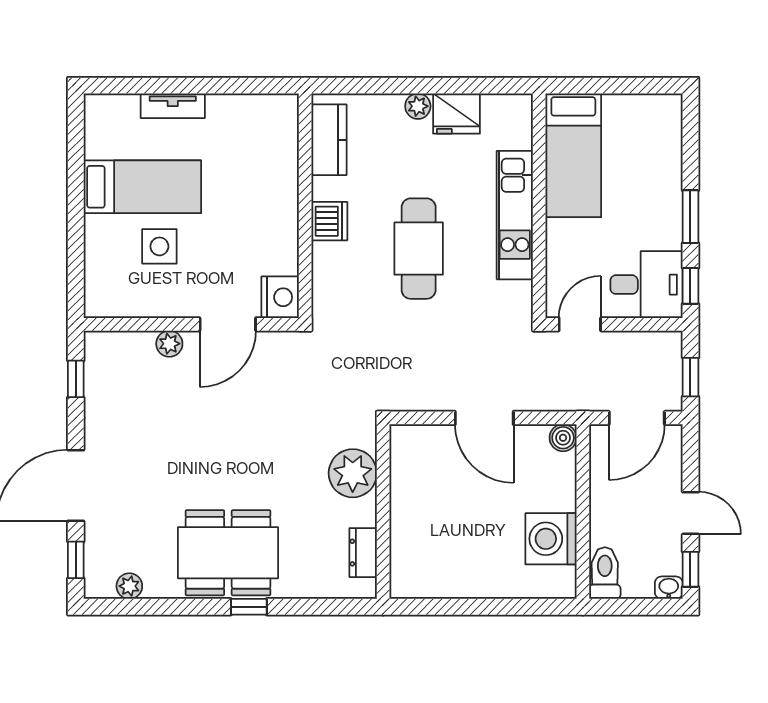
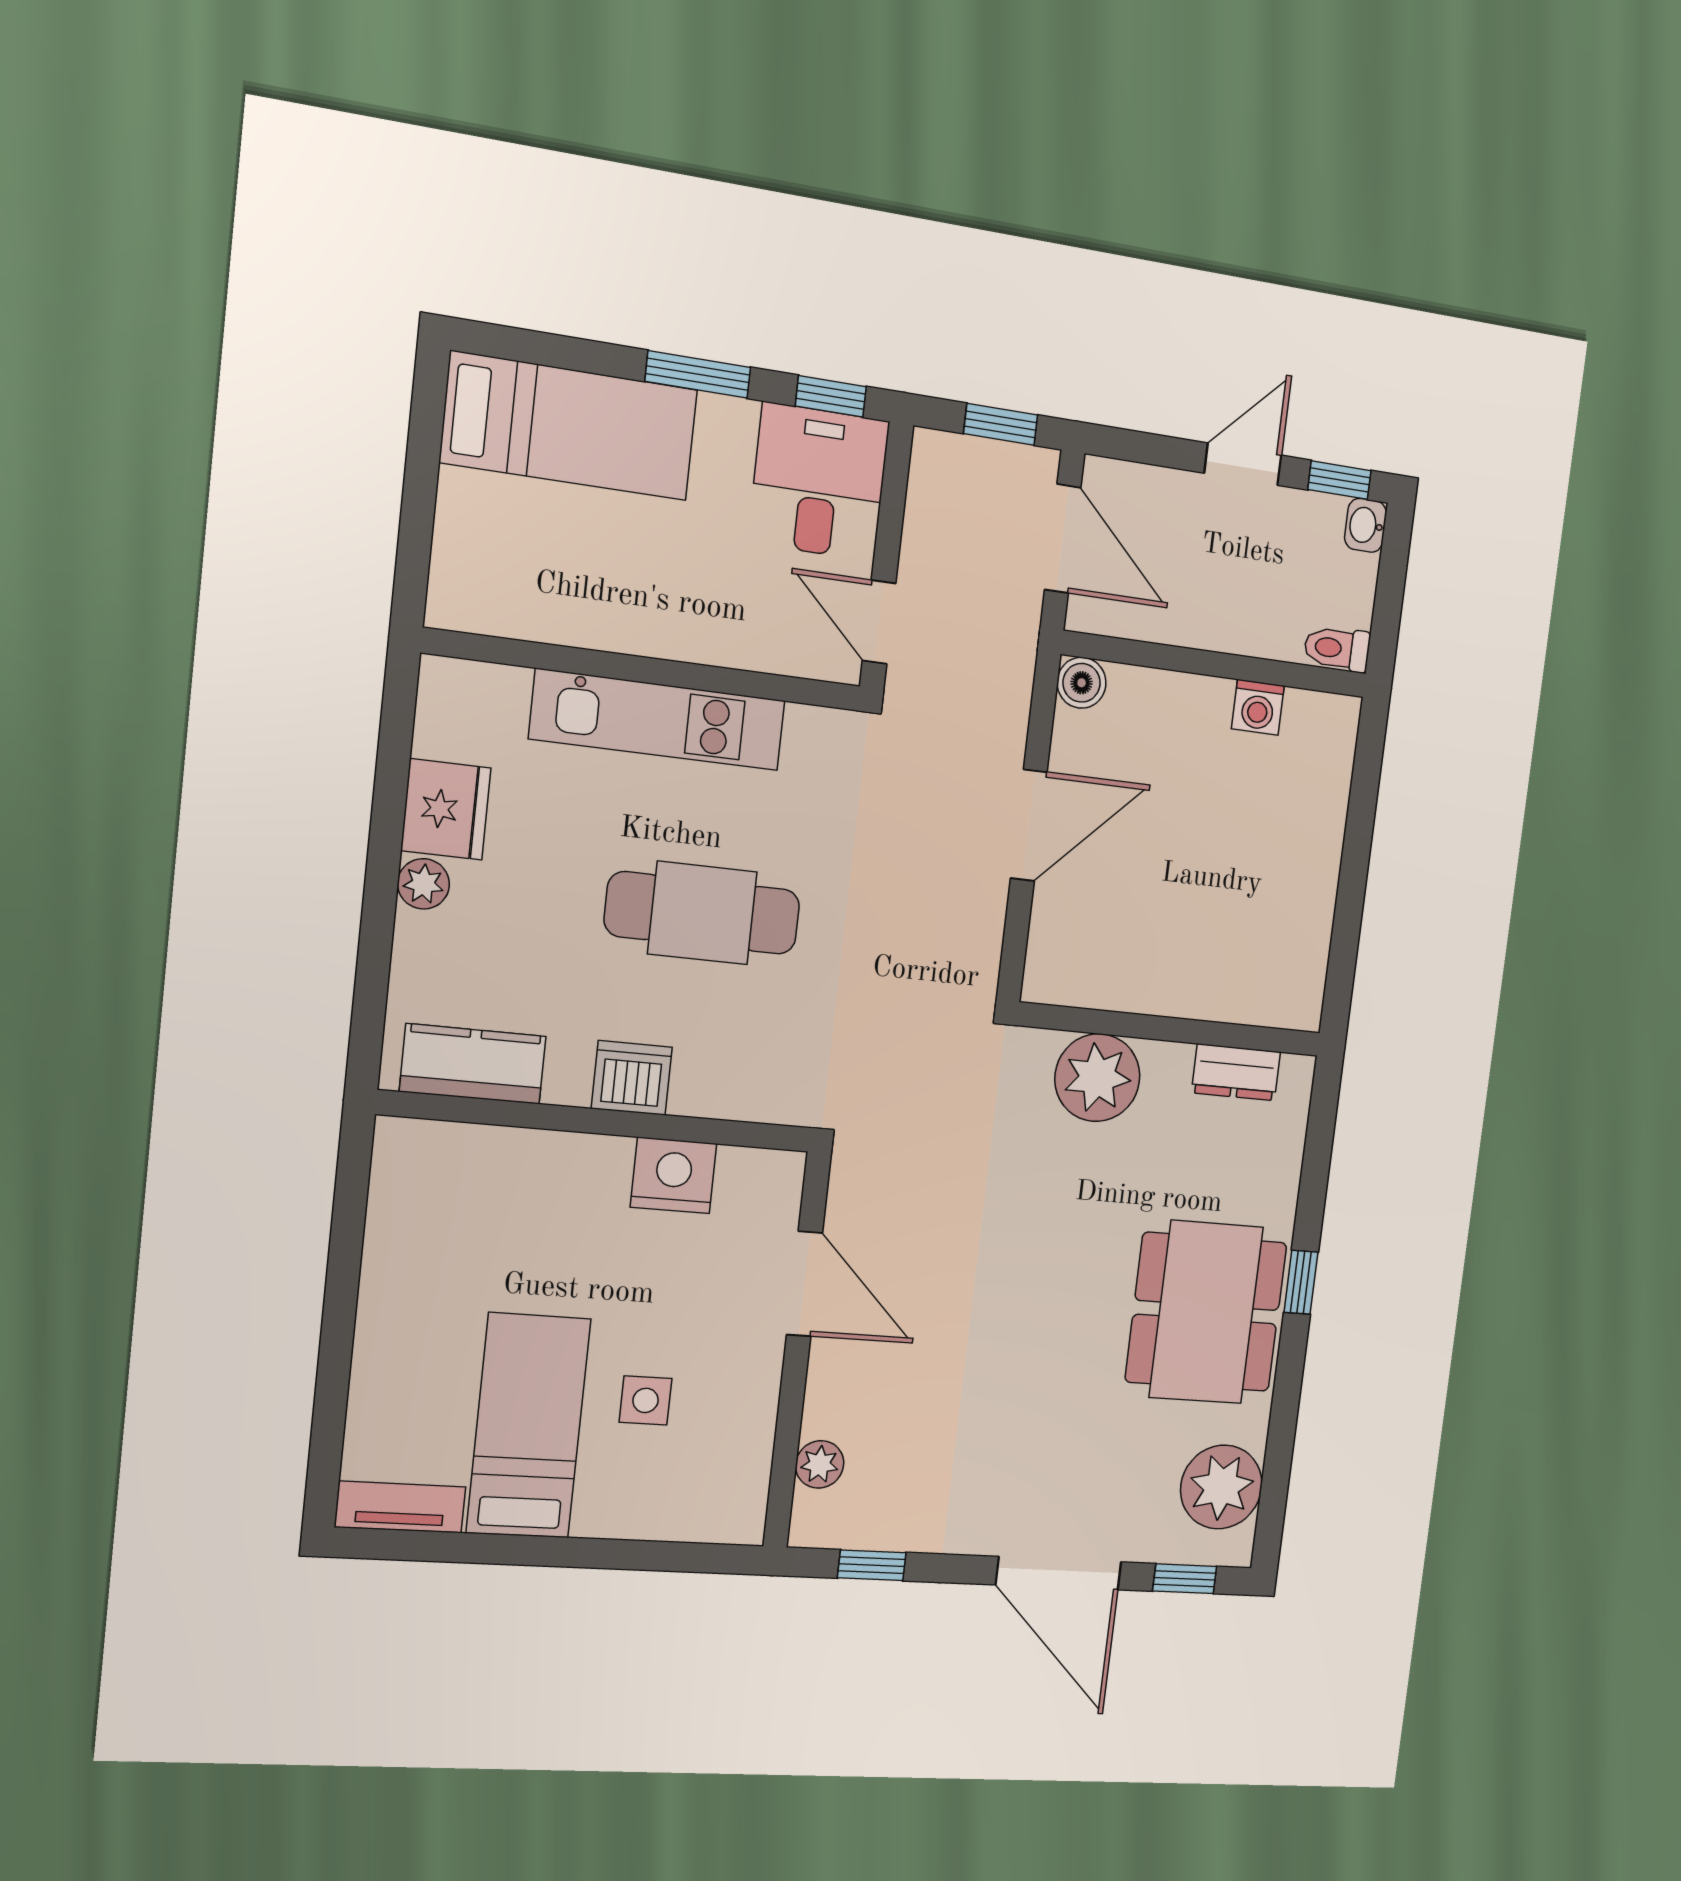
tv unit: (173, 106) -> (400, 1507), moved, turned -90
bed: (573, 155) -> (569, 426), moved
side table: (159, 246) -> (645, 1400), width x0.73, depth x0.73
nightstand: (280, 297) -> (673, 1175), moved
plant: (169, 344) -> (820, 1464), moved
washing machine: (551, 539) -> (1258, 707), width x0.53, depth x0.53
toilet: (605, 573) -> (1337, 649), width x0.73, depth x0.72
plant: (129, 586) -> (1221, 1487), width x1.87, depth x1.87

